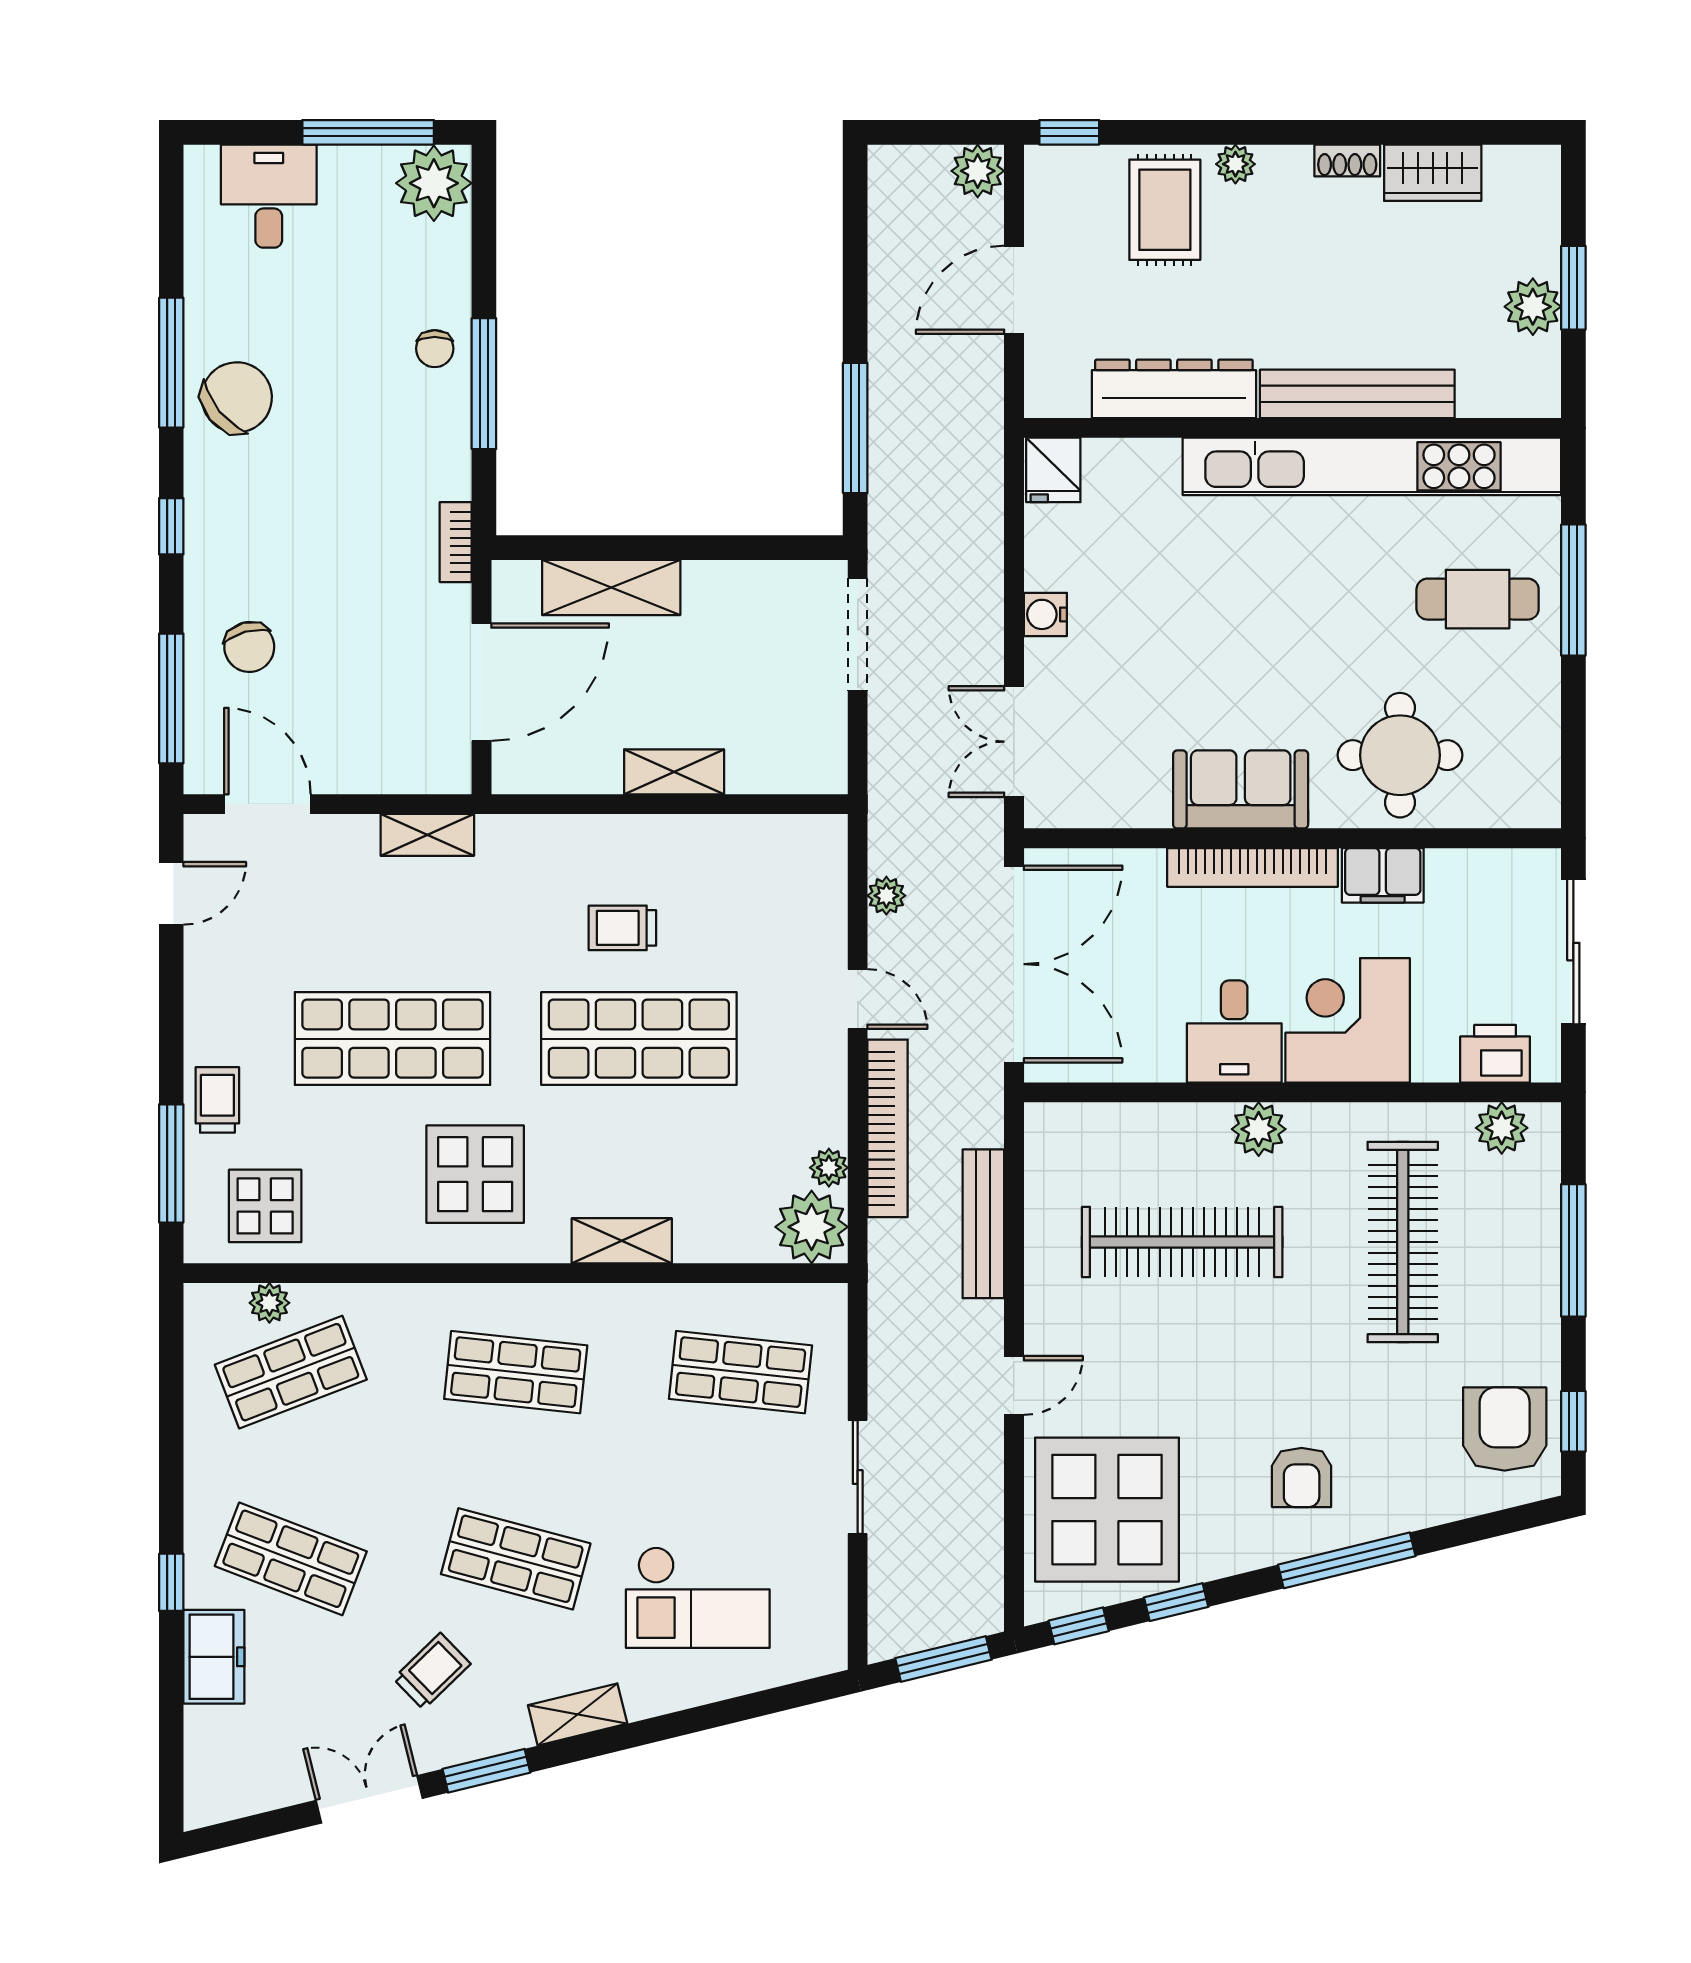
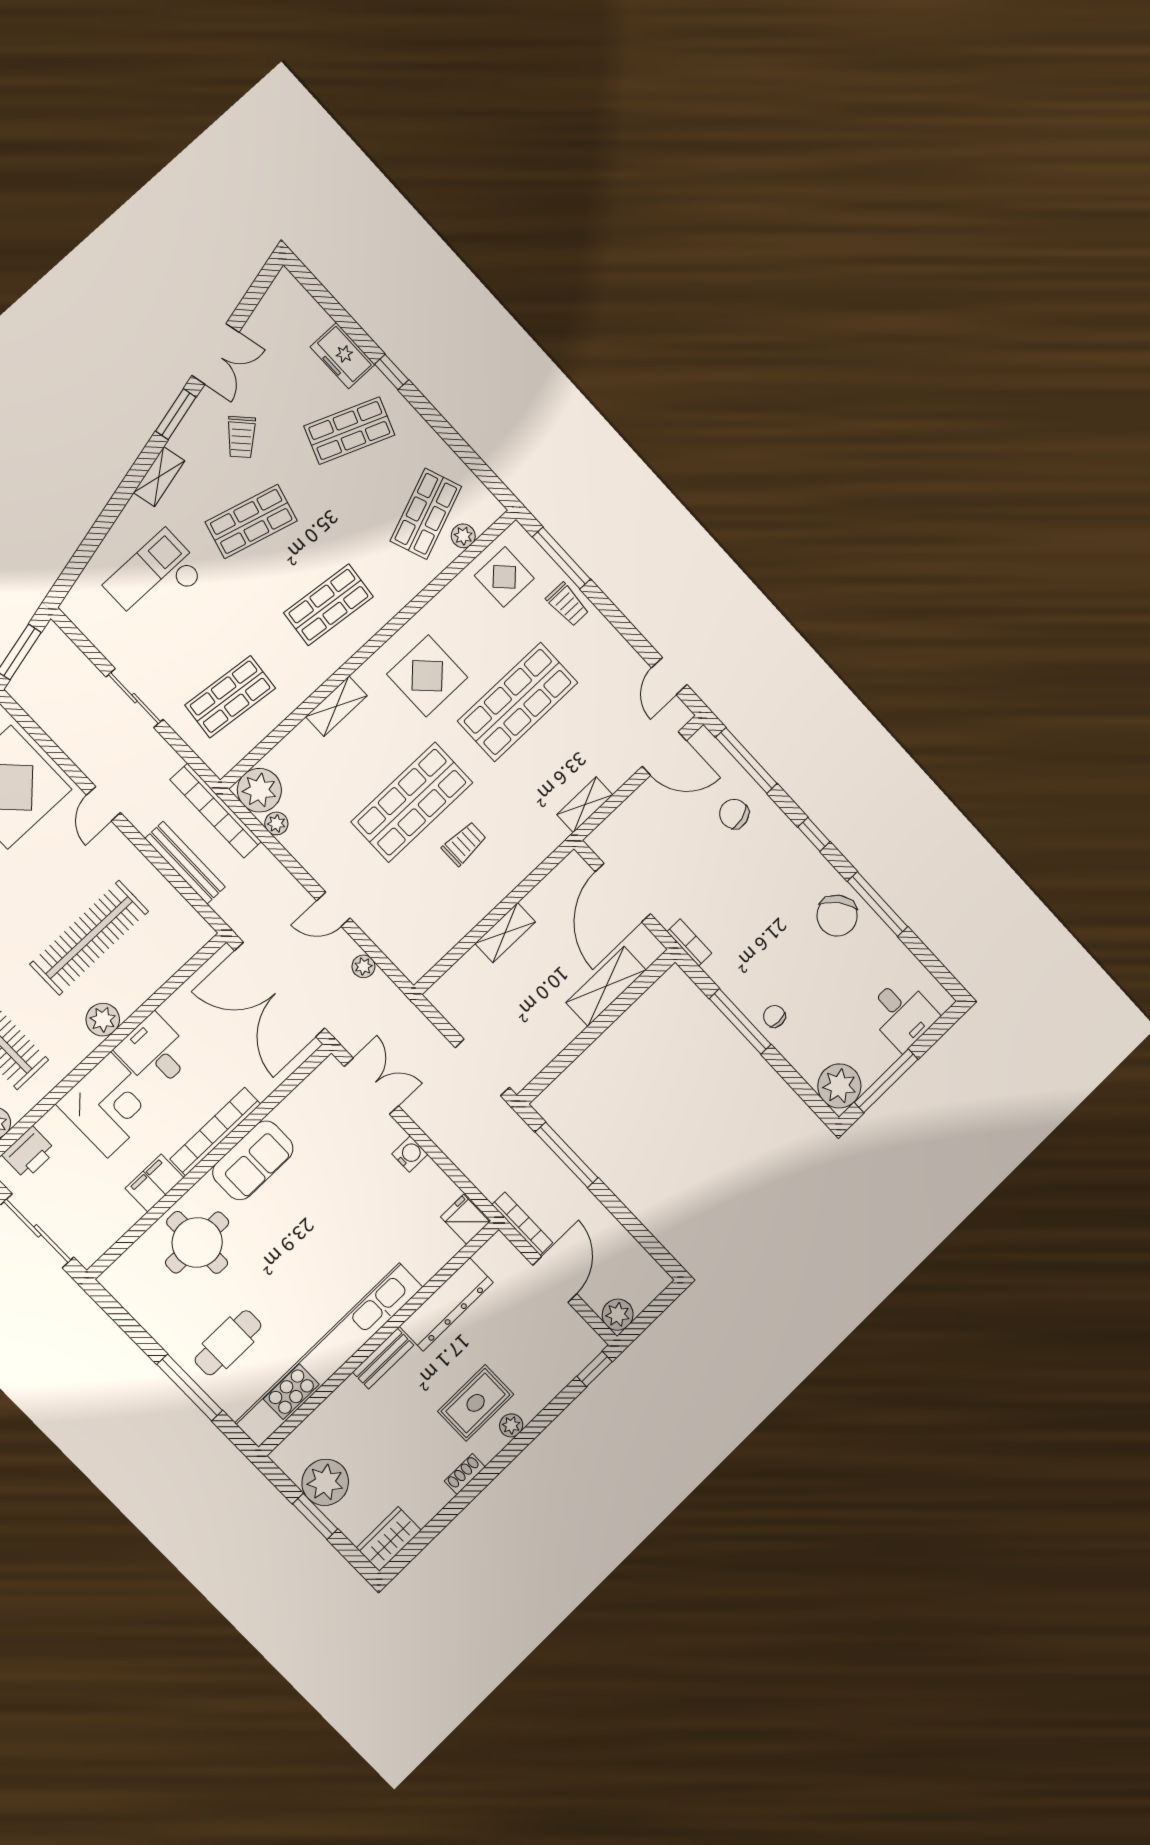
wardrobe: (1433, 173) -> (389, 1539), moved
rug: (1165, 210) -> (476, 1403), moved, turned 90
plant: (1533, 307) -> (325, 1482), width x1.36, depth x1.36
bench: (1357, 394) -> (383, 1359), width x0.54, depth x0.82
bookcase: (989, 397) -> (522, 1224), added
bookcase: (888, 1128) -> (216, 811), moved

